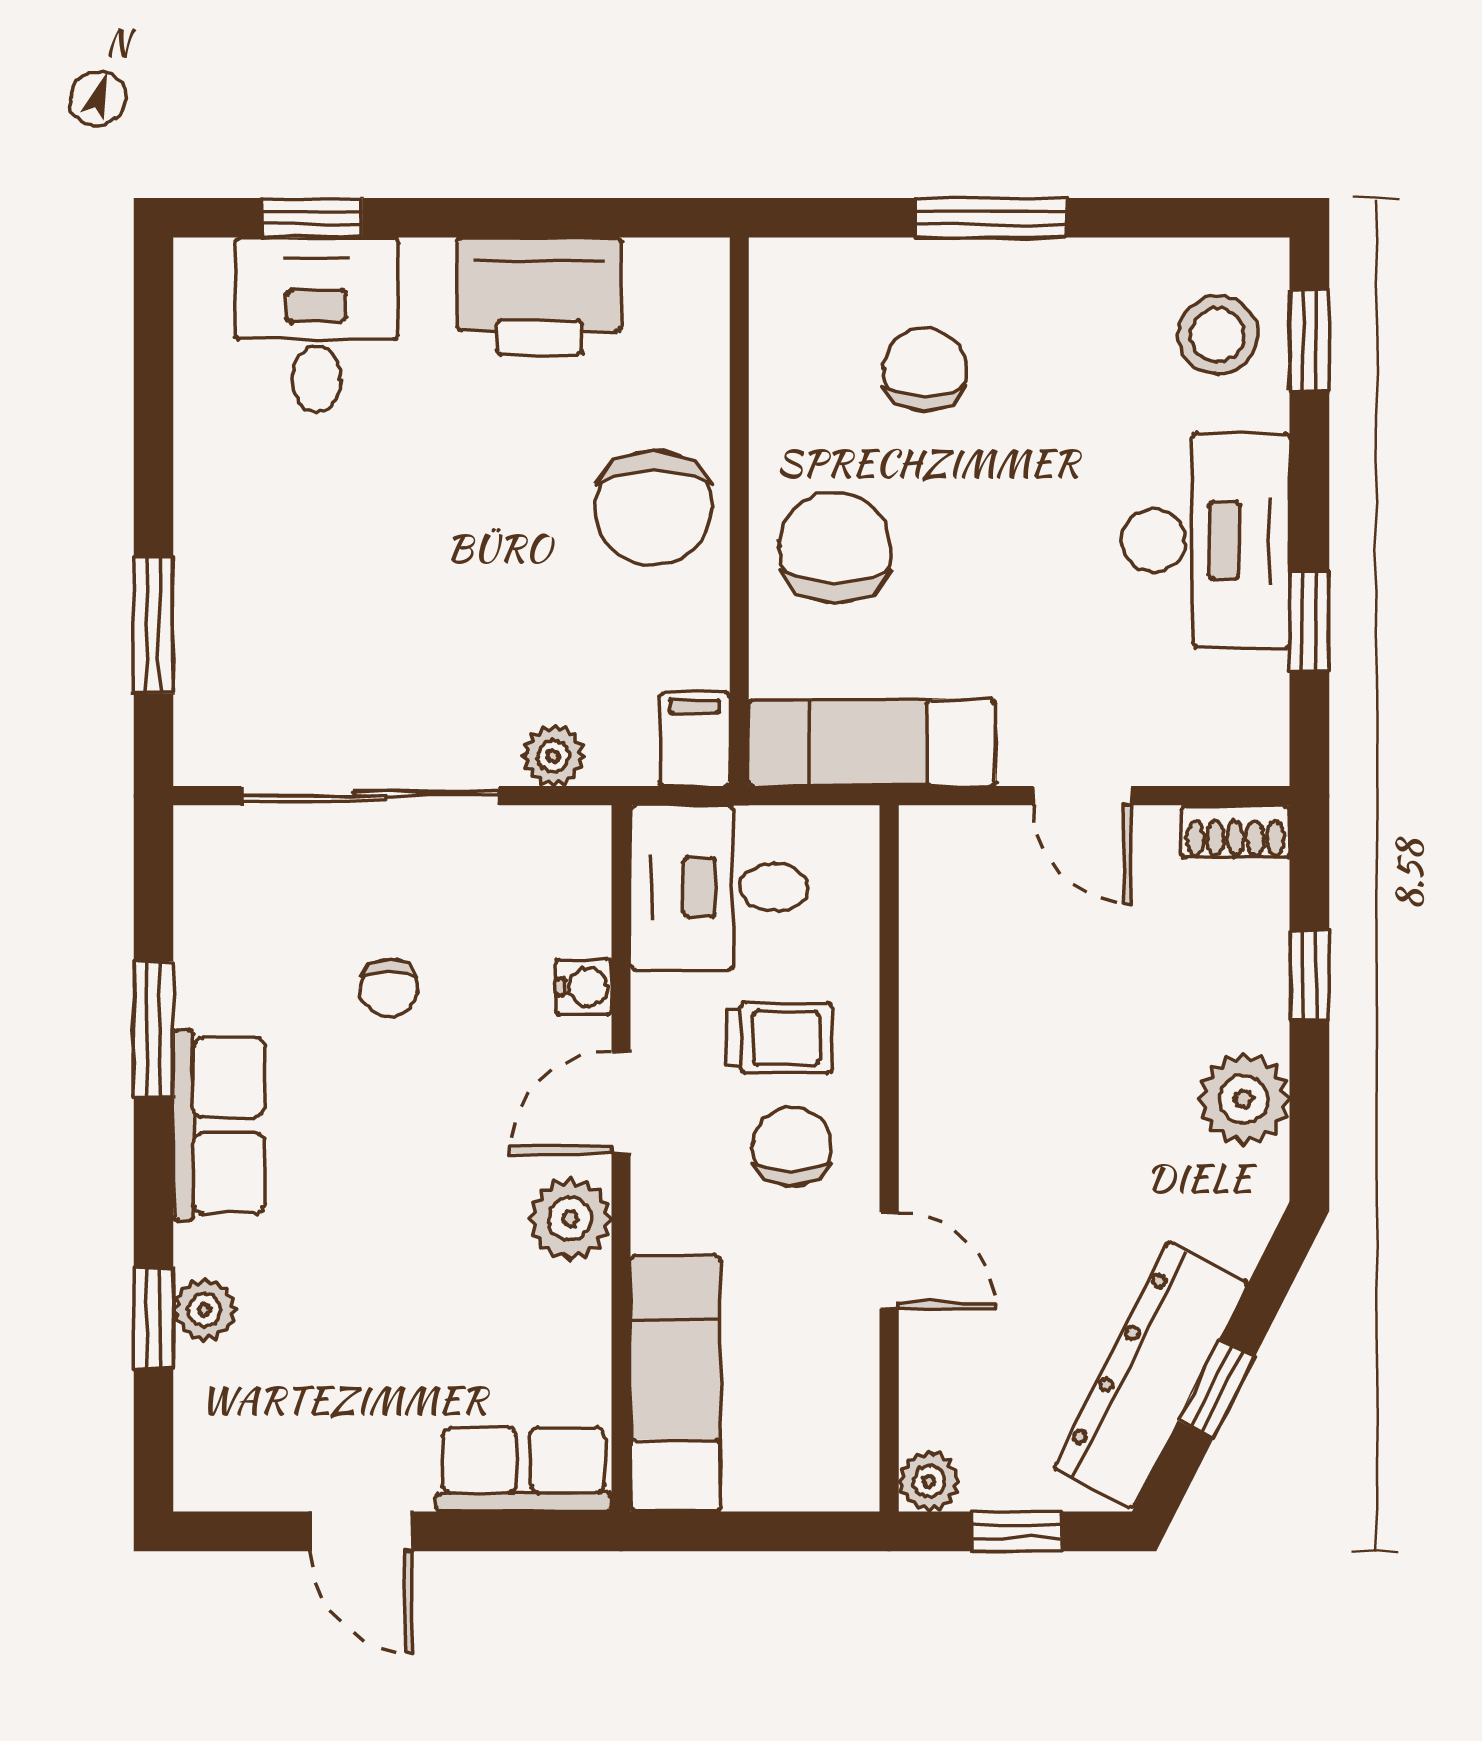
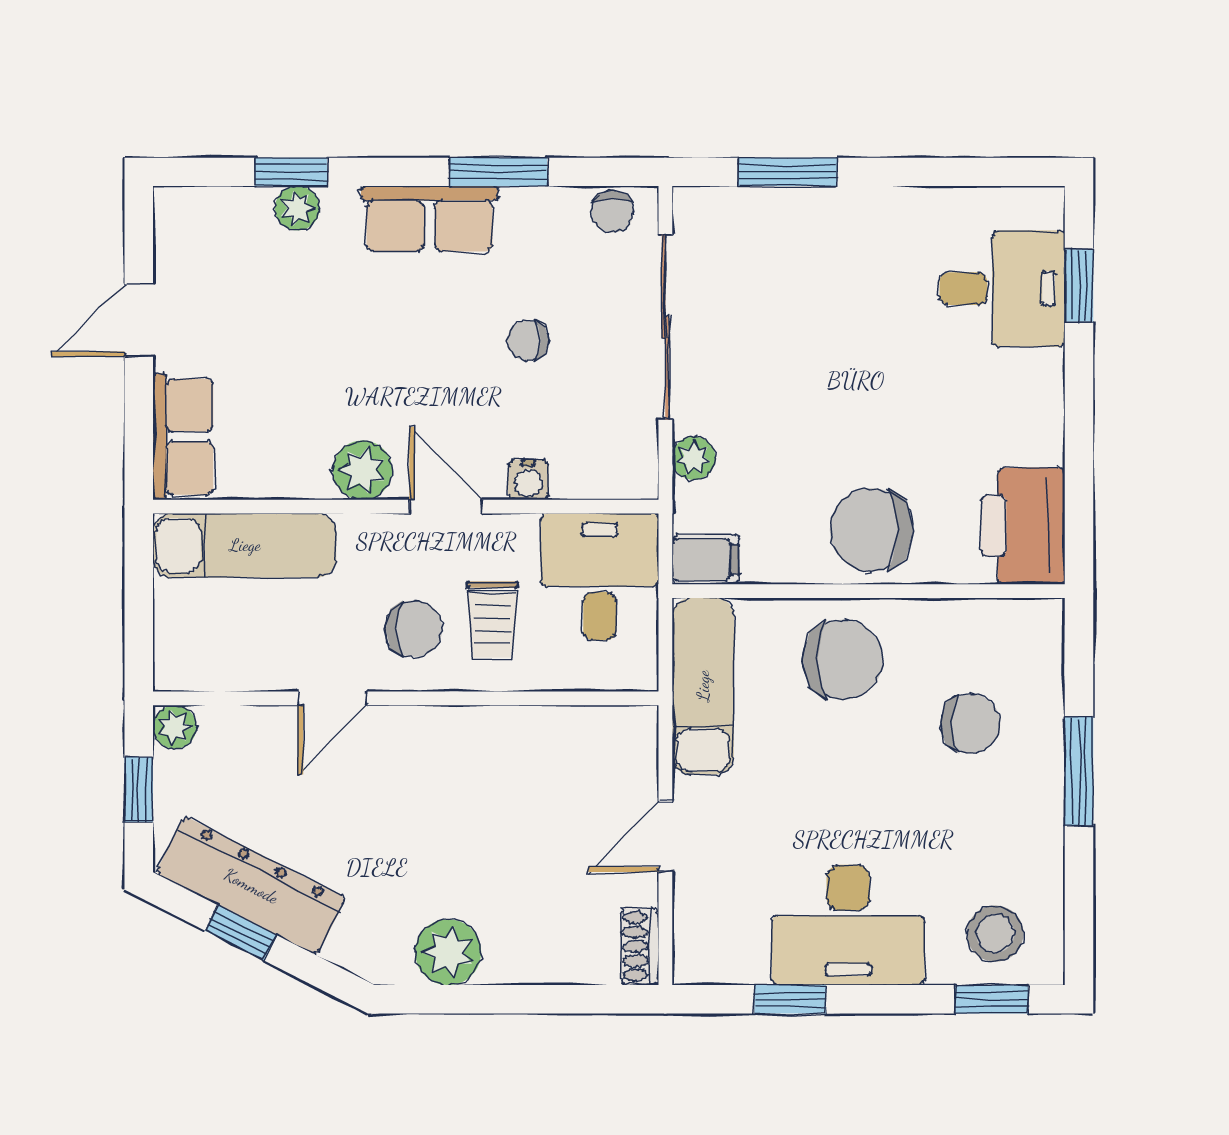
printer: (539, 296) -> (1023, 526), moved
chair: (209, 870) -> (612, 212), added
window: (1309, 975) -> (537, 999), removed

